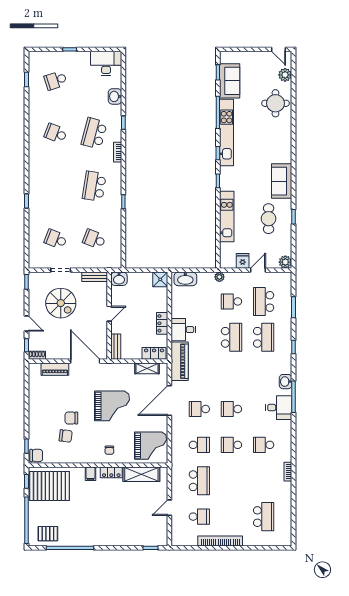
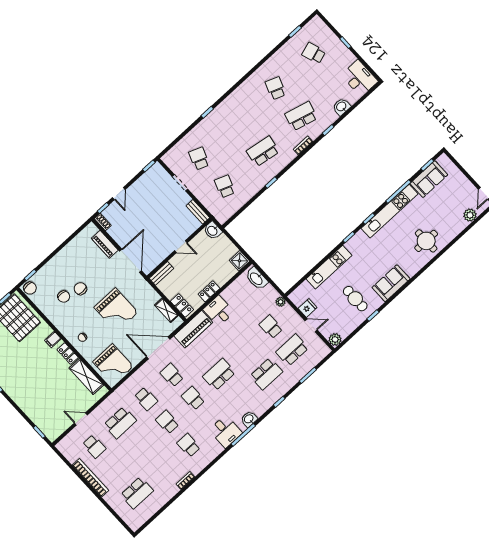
round table: (275, 103) -> (426, 241), moved
cafe table: (269, 219) -> (355, 299), turned 90
spiral stairs: (61, 303) -> (156, 205), removed
school desk: (231, 337) -> (219, 374), moved, turned 180

